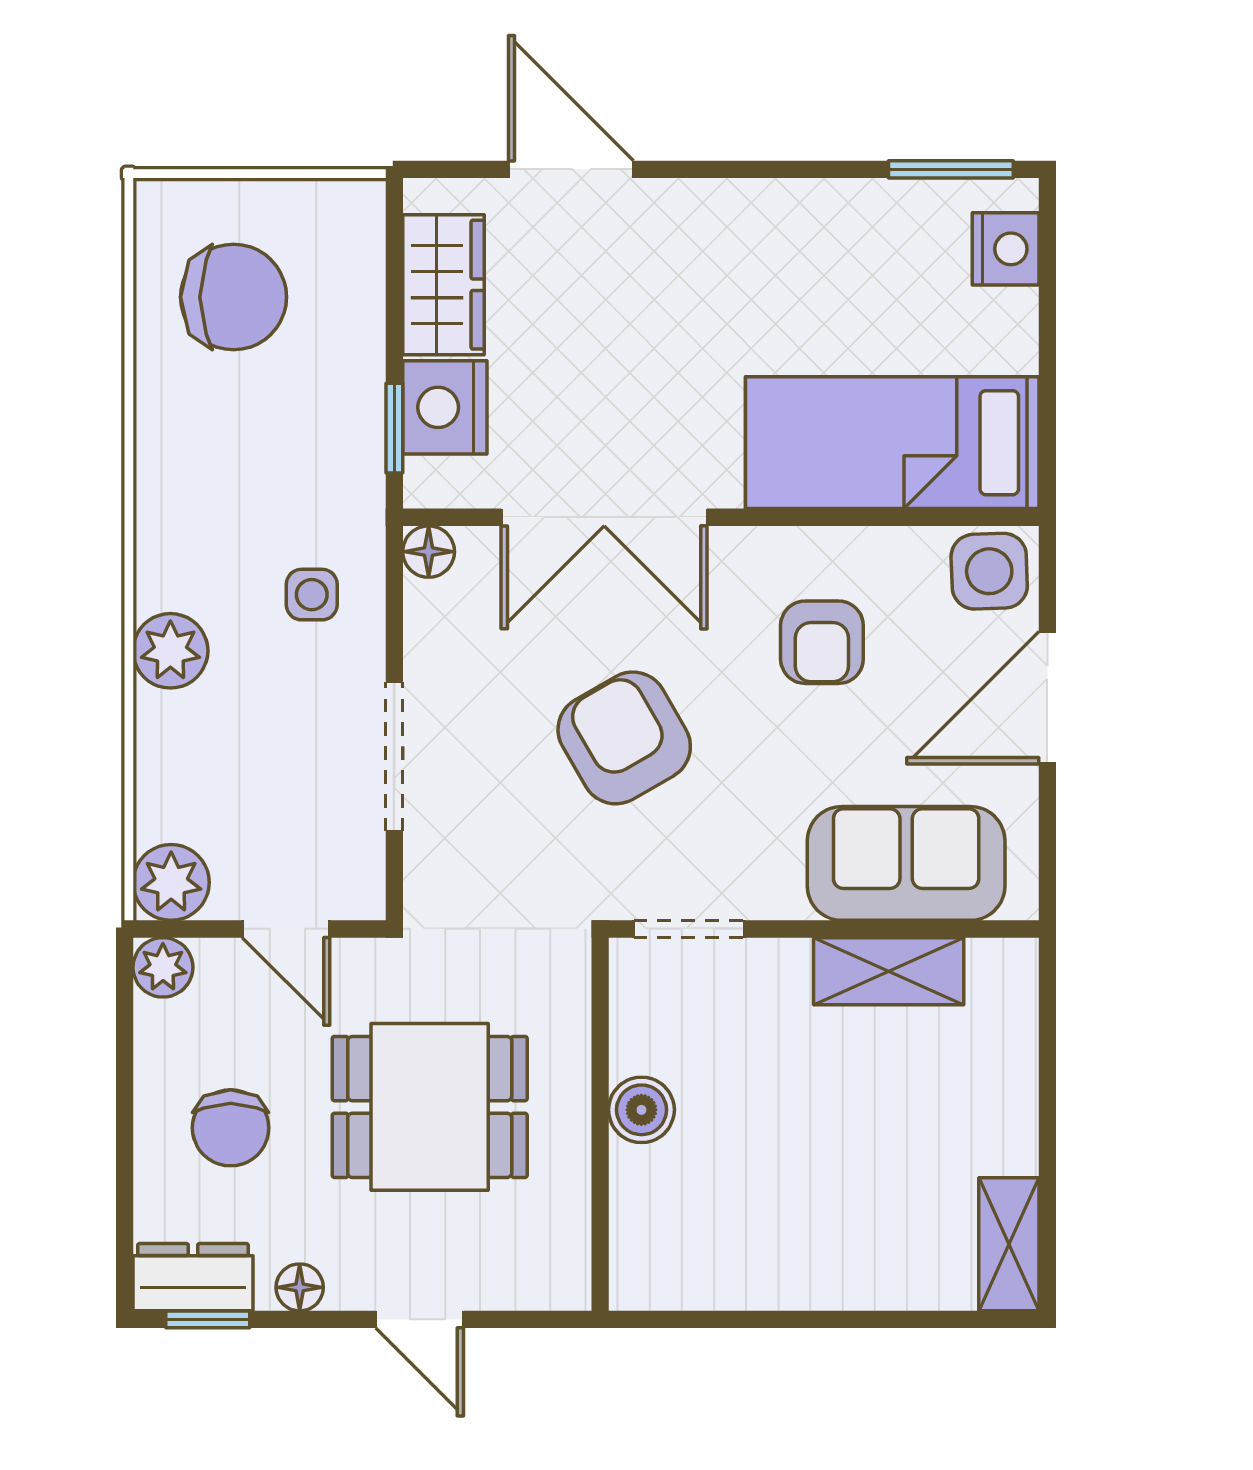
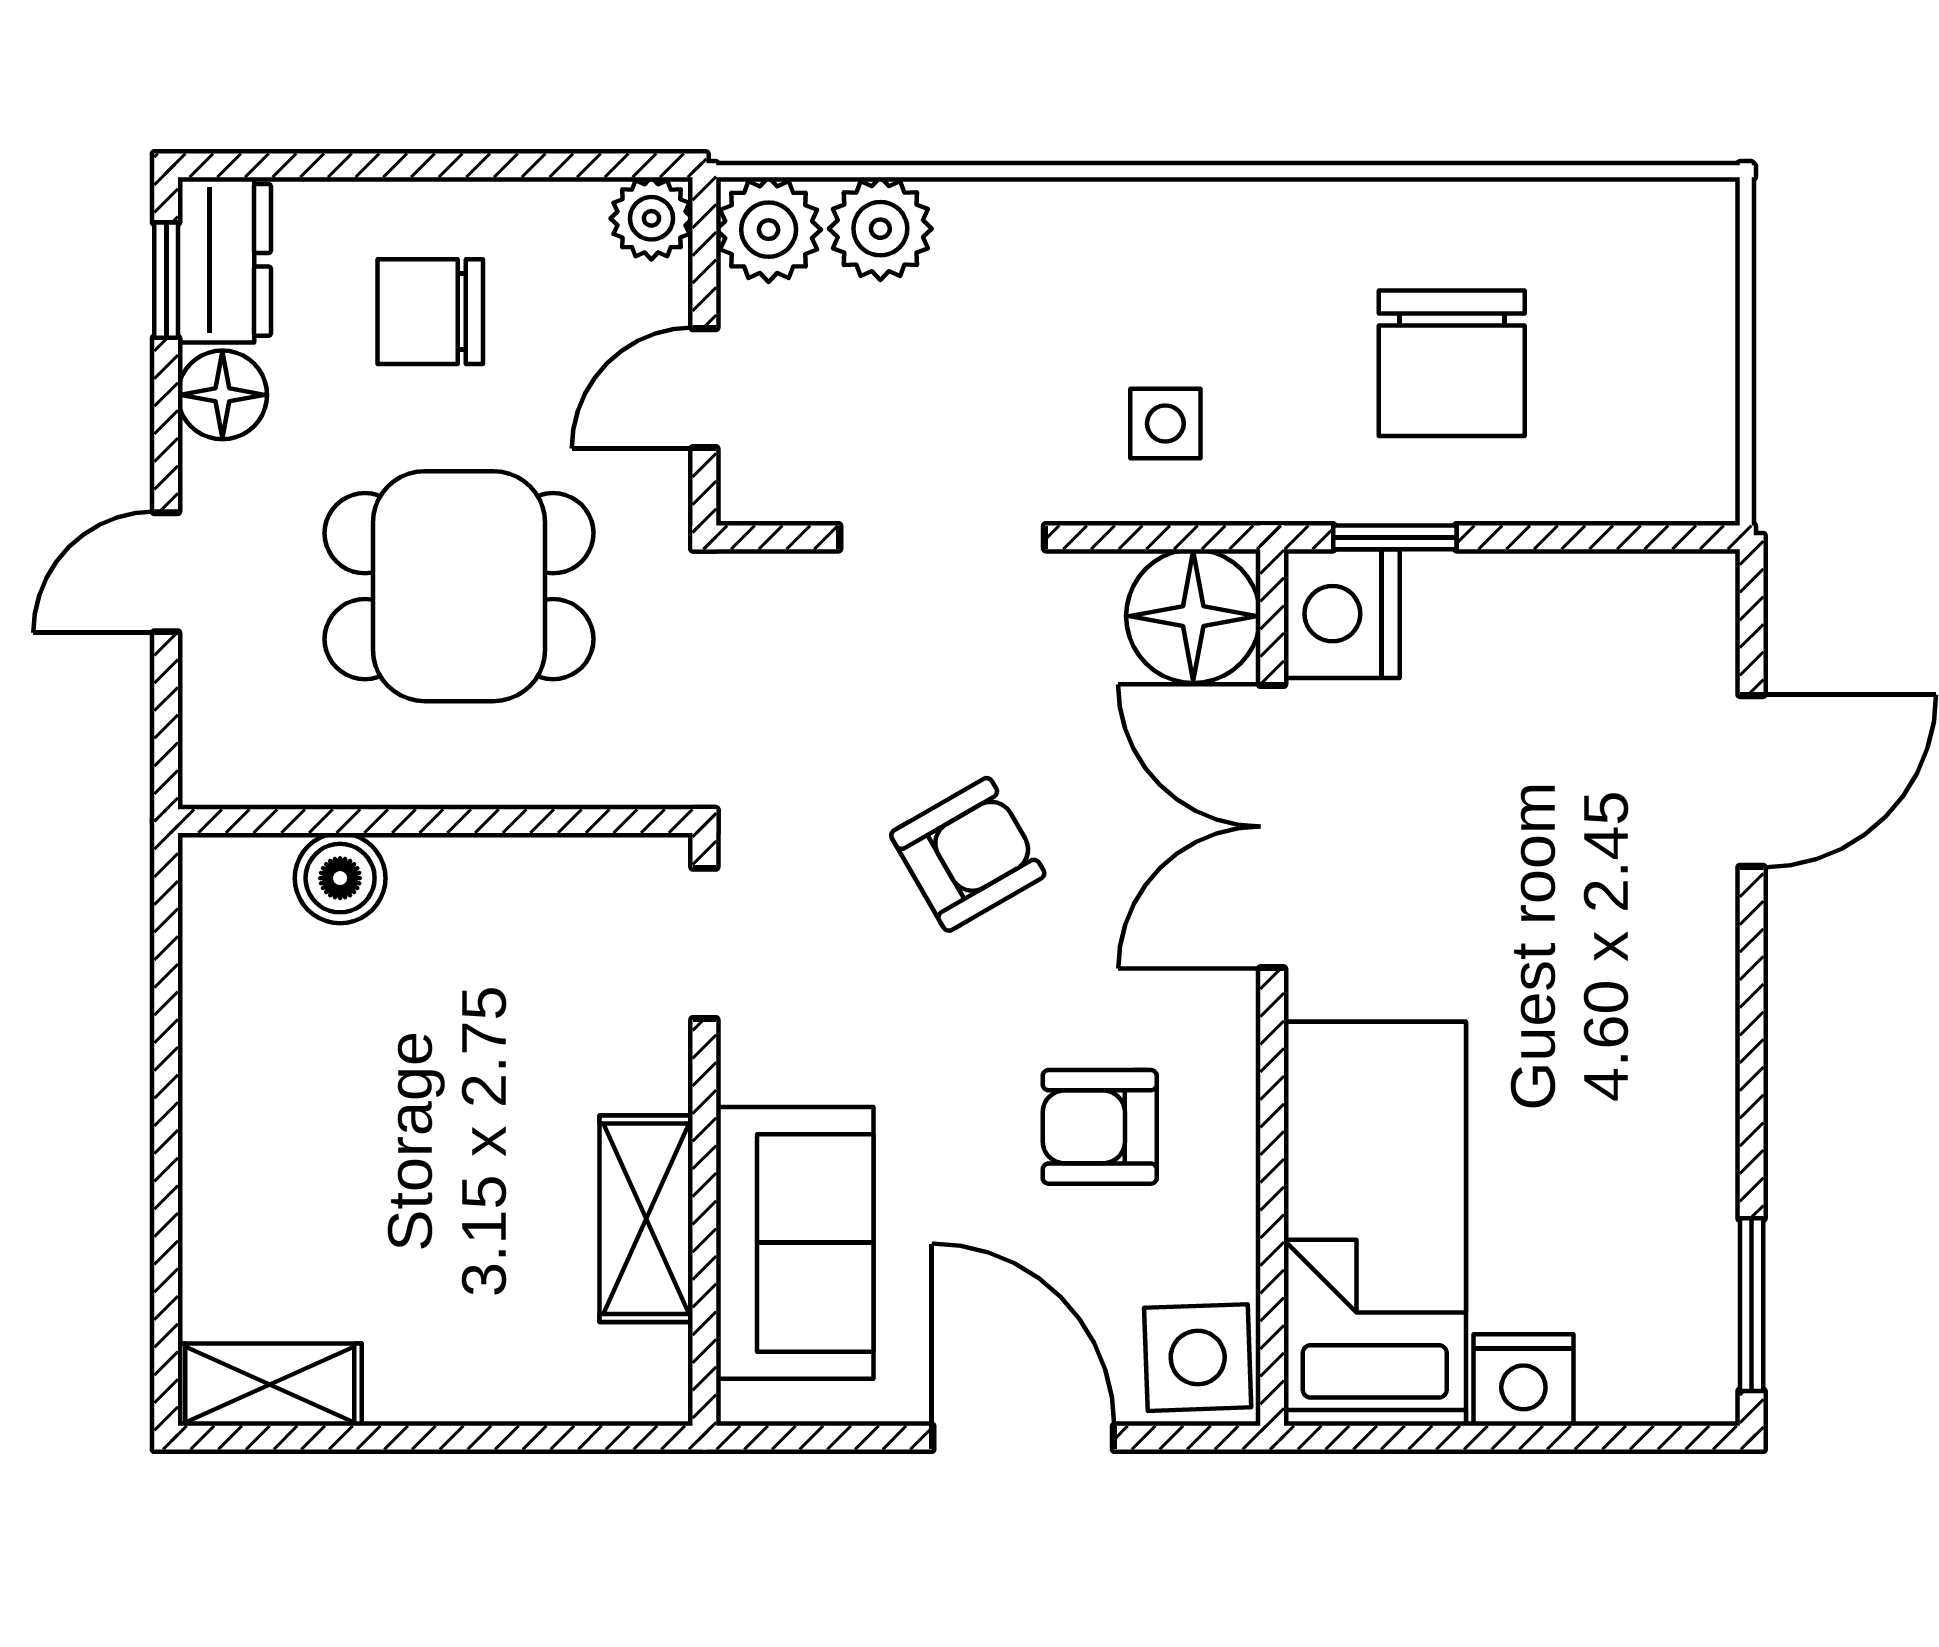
nightstand: (1006, 249) -> (1523, 1380), moved
wardrobe: (443, 285) -> (1593, 605), removed
chair: (234, 297) -> (1452, 363), moved
nightstand: (445, 407) -> (1342, 614), moved, turned -90
floor lamp: (429, 552) -> (1193, 616), width x1.89, depth x1.89
plant: (170, 651) -> (880, 229), moved
armchair: (624, 738) -> (968, 854), width x0.72, depth x0.72
dining table: (430, 1107) -> (459, 586), turned 90
boiler: (641, 1110) -> (340, 878), moved
floor lamp: (300, 1287) -> (222, 395), width x1.37, depth x1.37

